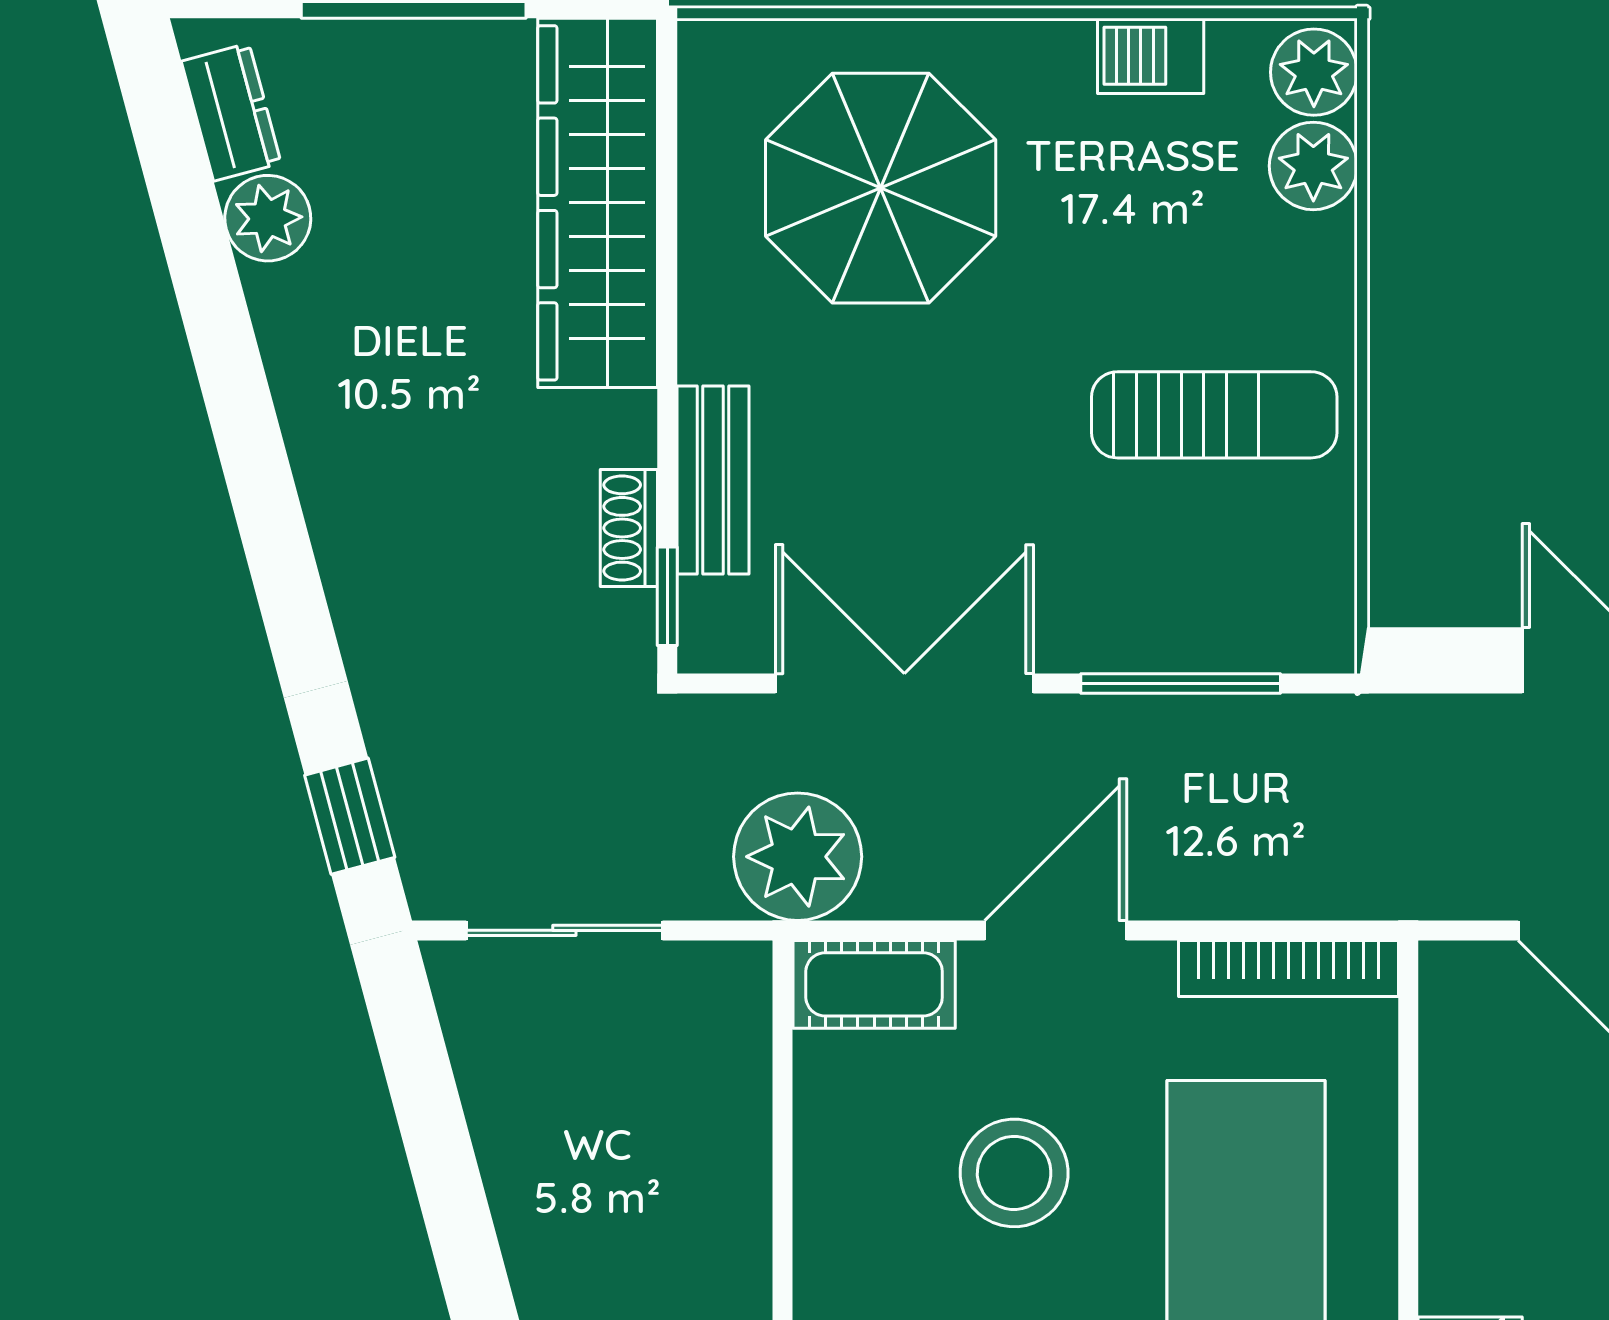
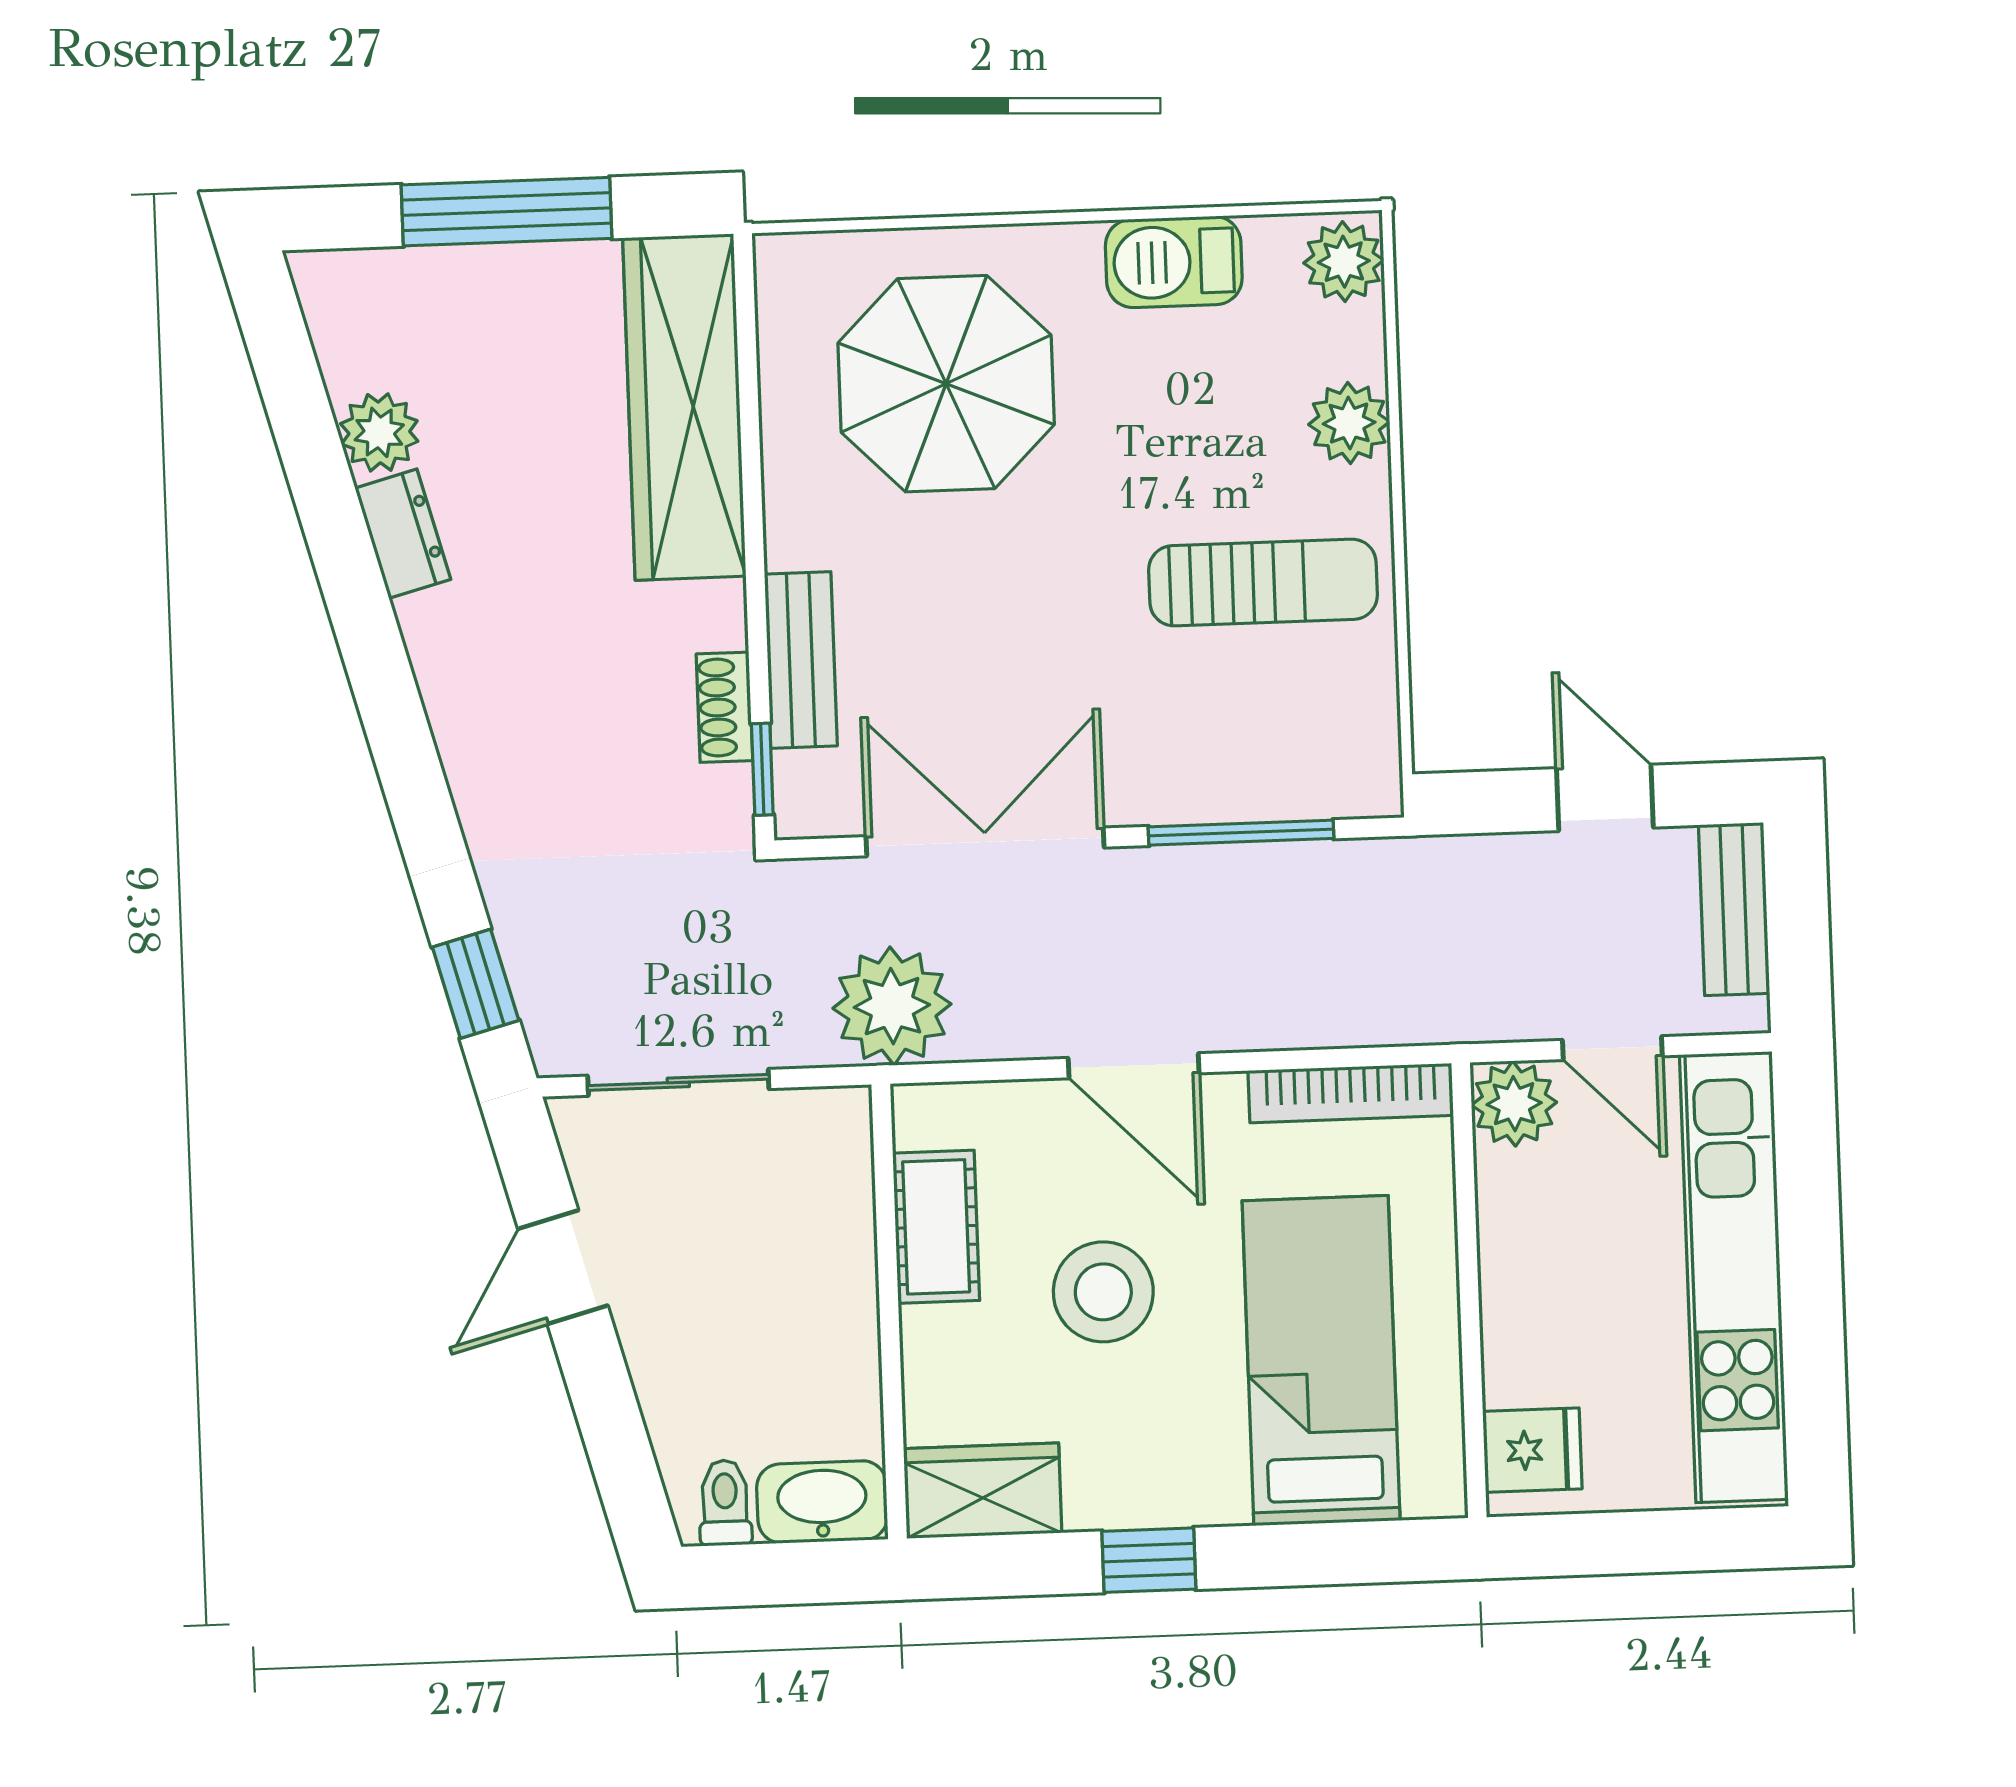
barbecue: (1151, 56) -> (1174, 262), width x1.38, depth x1.27
dresser: (231, 112) -> (403, 534), moved
plant: (1313, 166) -> (1349, 423), moved
door: (1056, 930) -> (1134, 1066), swing flipped
cot: (874, 984) -> (936, 1227), moved, turned 90
plant: (1464, 986) -> (1514, 1104), added
door: (433, 1125) -> (563, 1267), added

